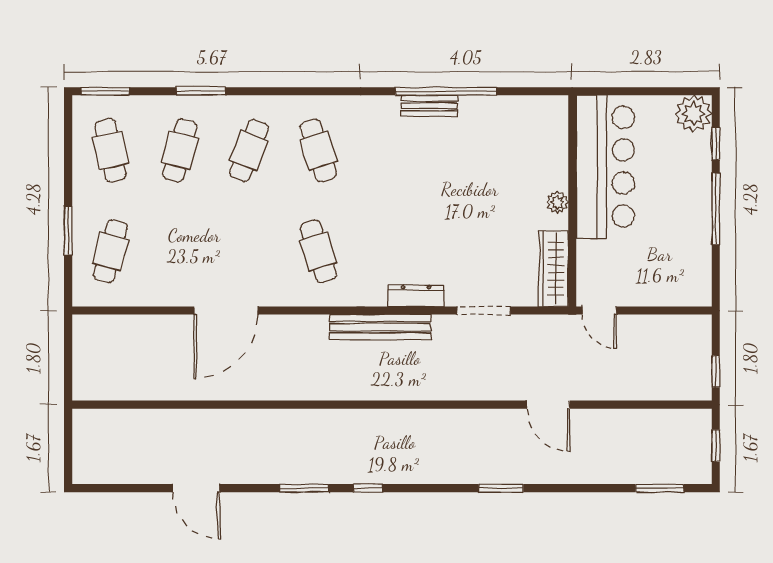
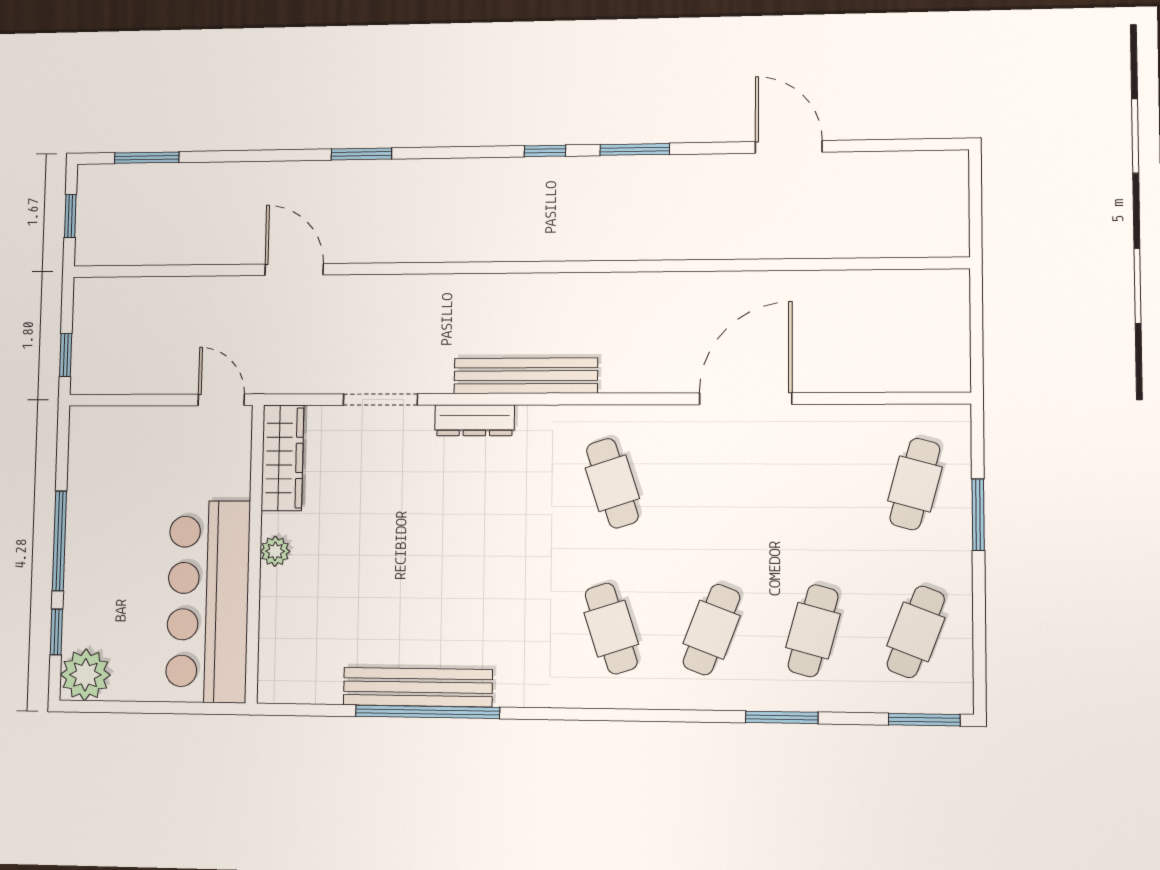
bench: (429, 106) -> (418, 687), width x1.86, depth x1.21
cafe table: (110, 150) -> (916, 632), turned 33
window: (716, 371) -> (66, 355), moved

